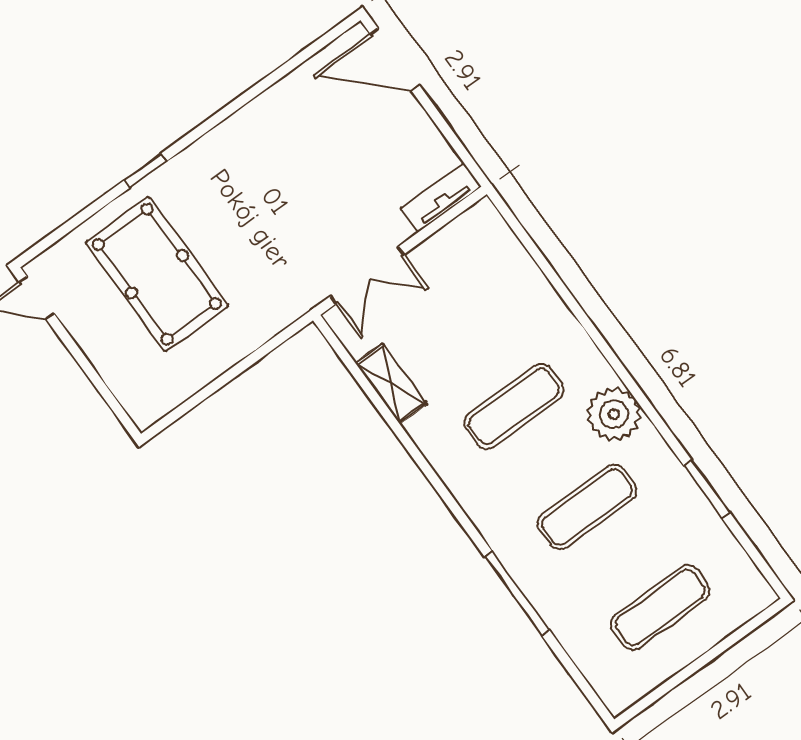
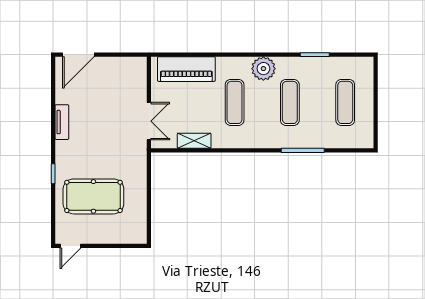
tv unit: (441, 198) -> (62, 122), moved, turned 180
piano: (511, 275) -> (186, 69), added

